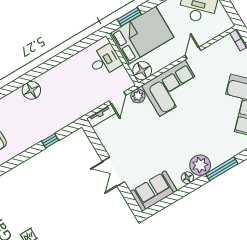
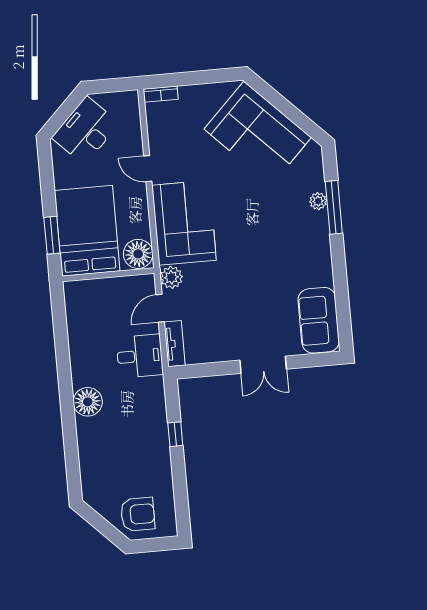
desk: (105, 61) -> (140, 356), moved, turned 90
floor lamp: (31, 90) -> (88, 402), moved
door: (117, 98) -> (160, 308), swing flipped
plant: (200, 165) -> (318, 201), moved, width x0.53, depth x0.53
floor lamp: (187, 178) -> (323, 263), removed

